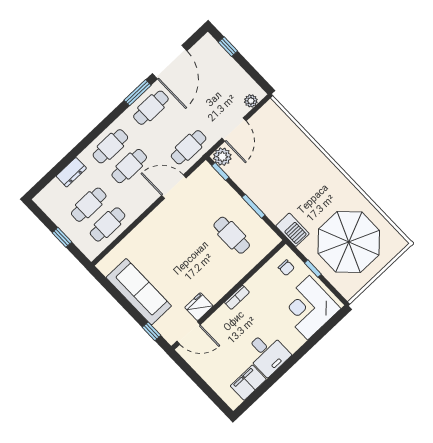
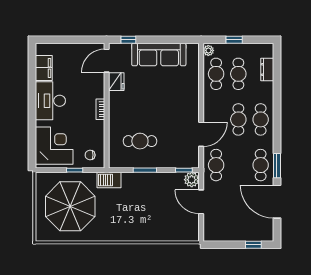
plant: (251, 101) -> (208, 50), moved
dresser: (71, 172) -> (267, 69), moved
desk: (267, 353) -> (50, 101), width x1.37

